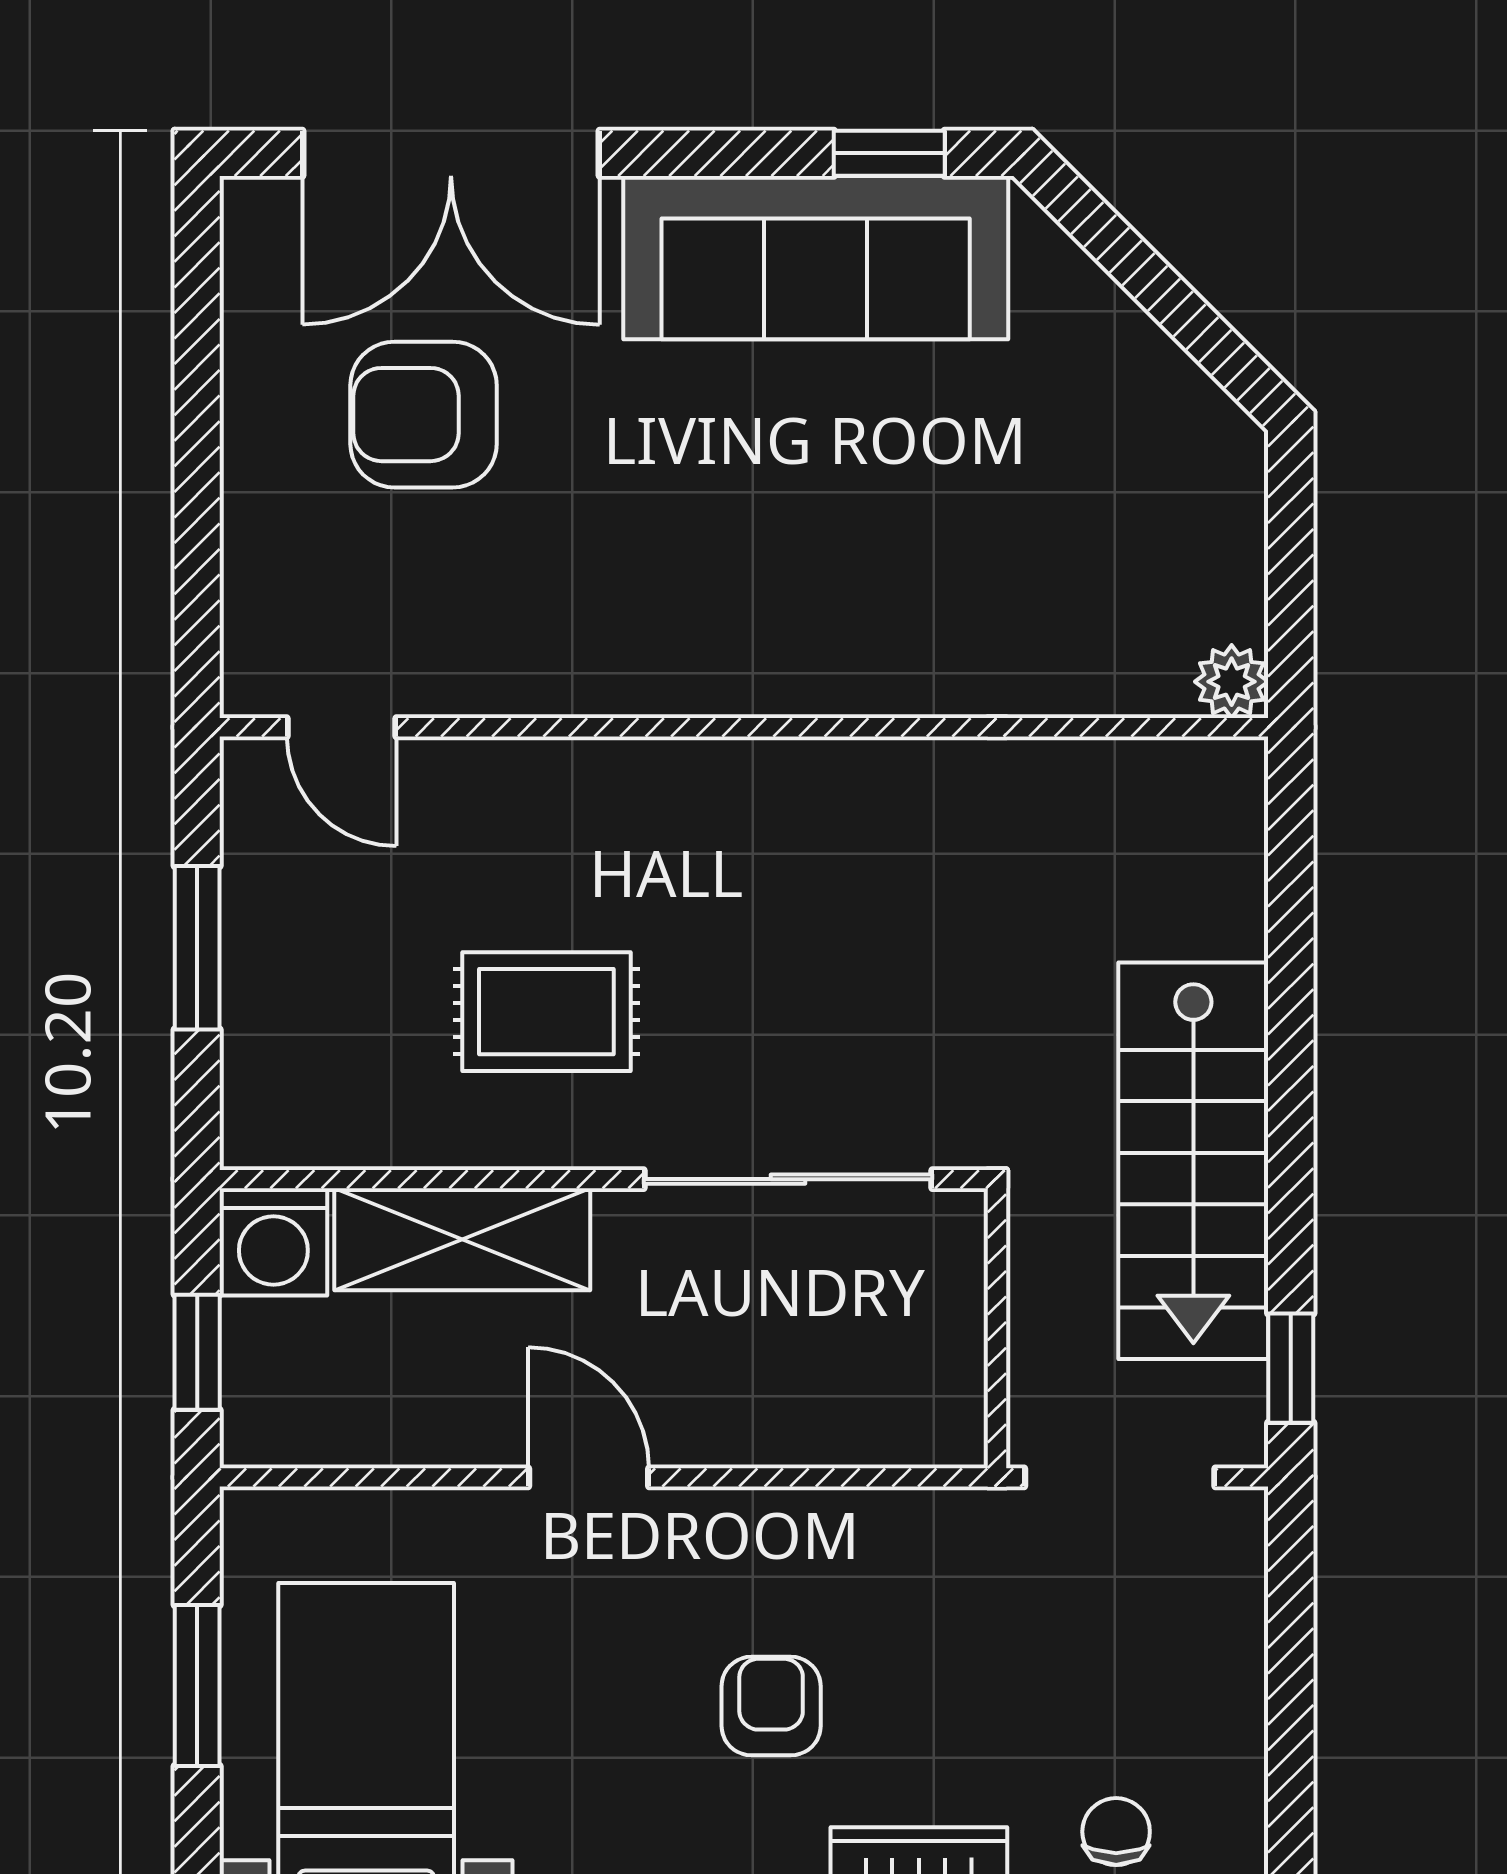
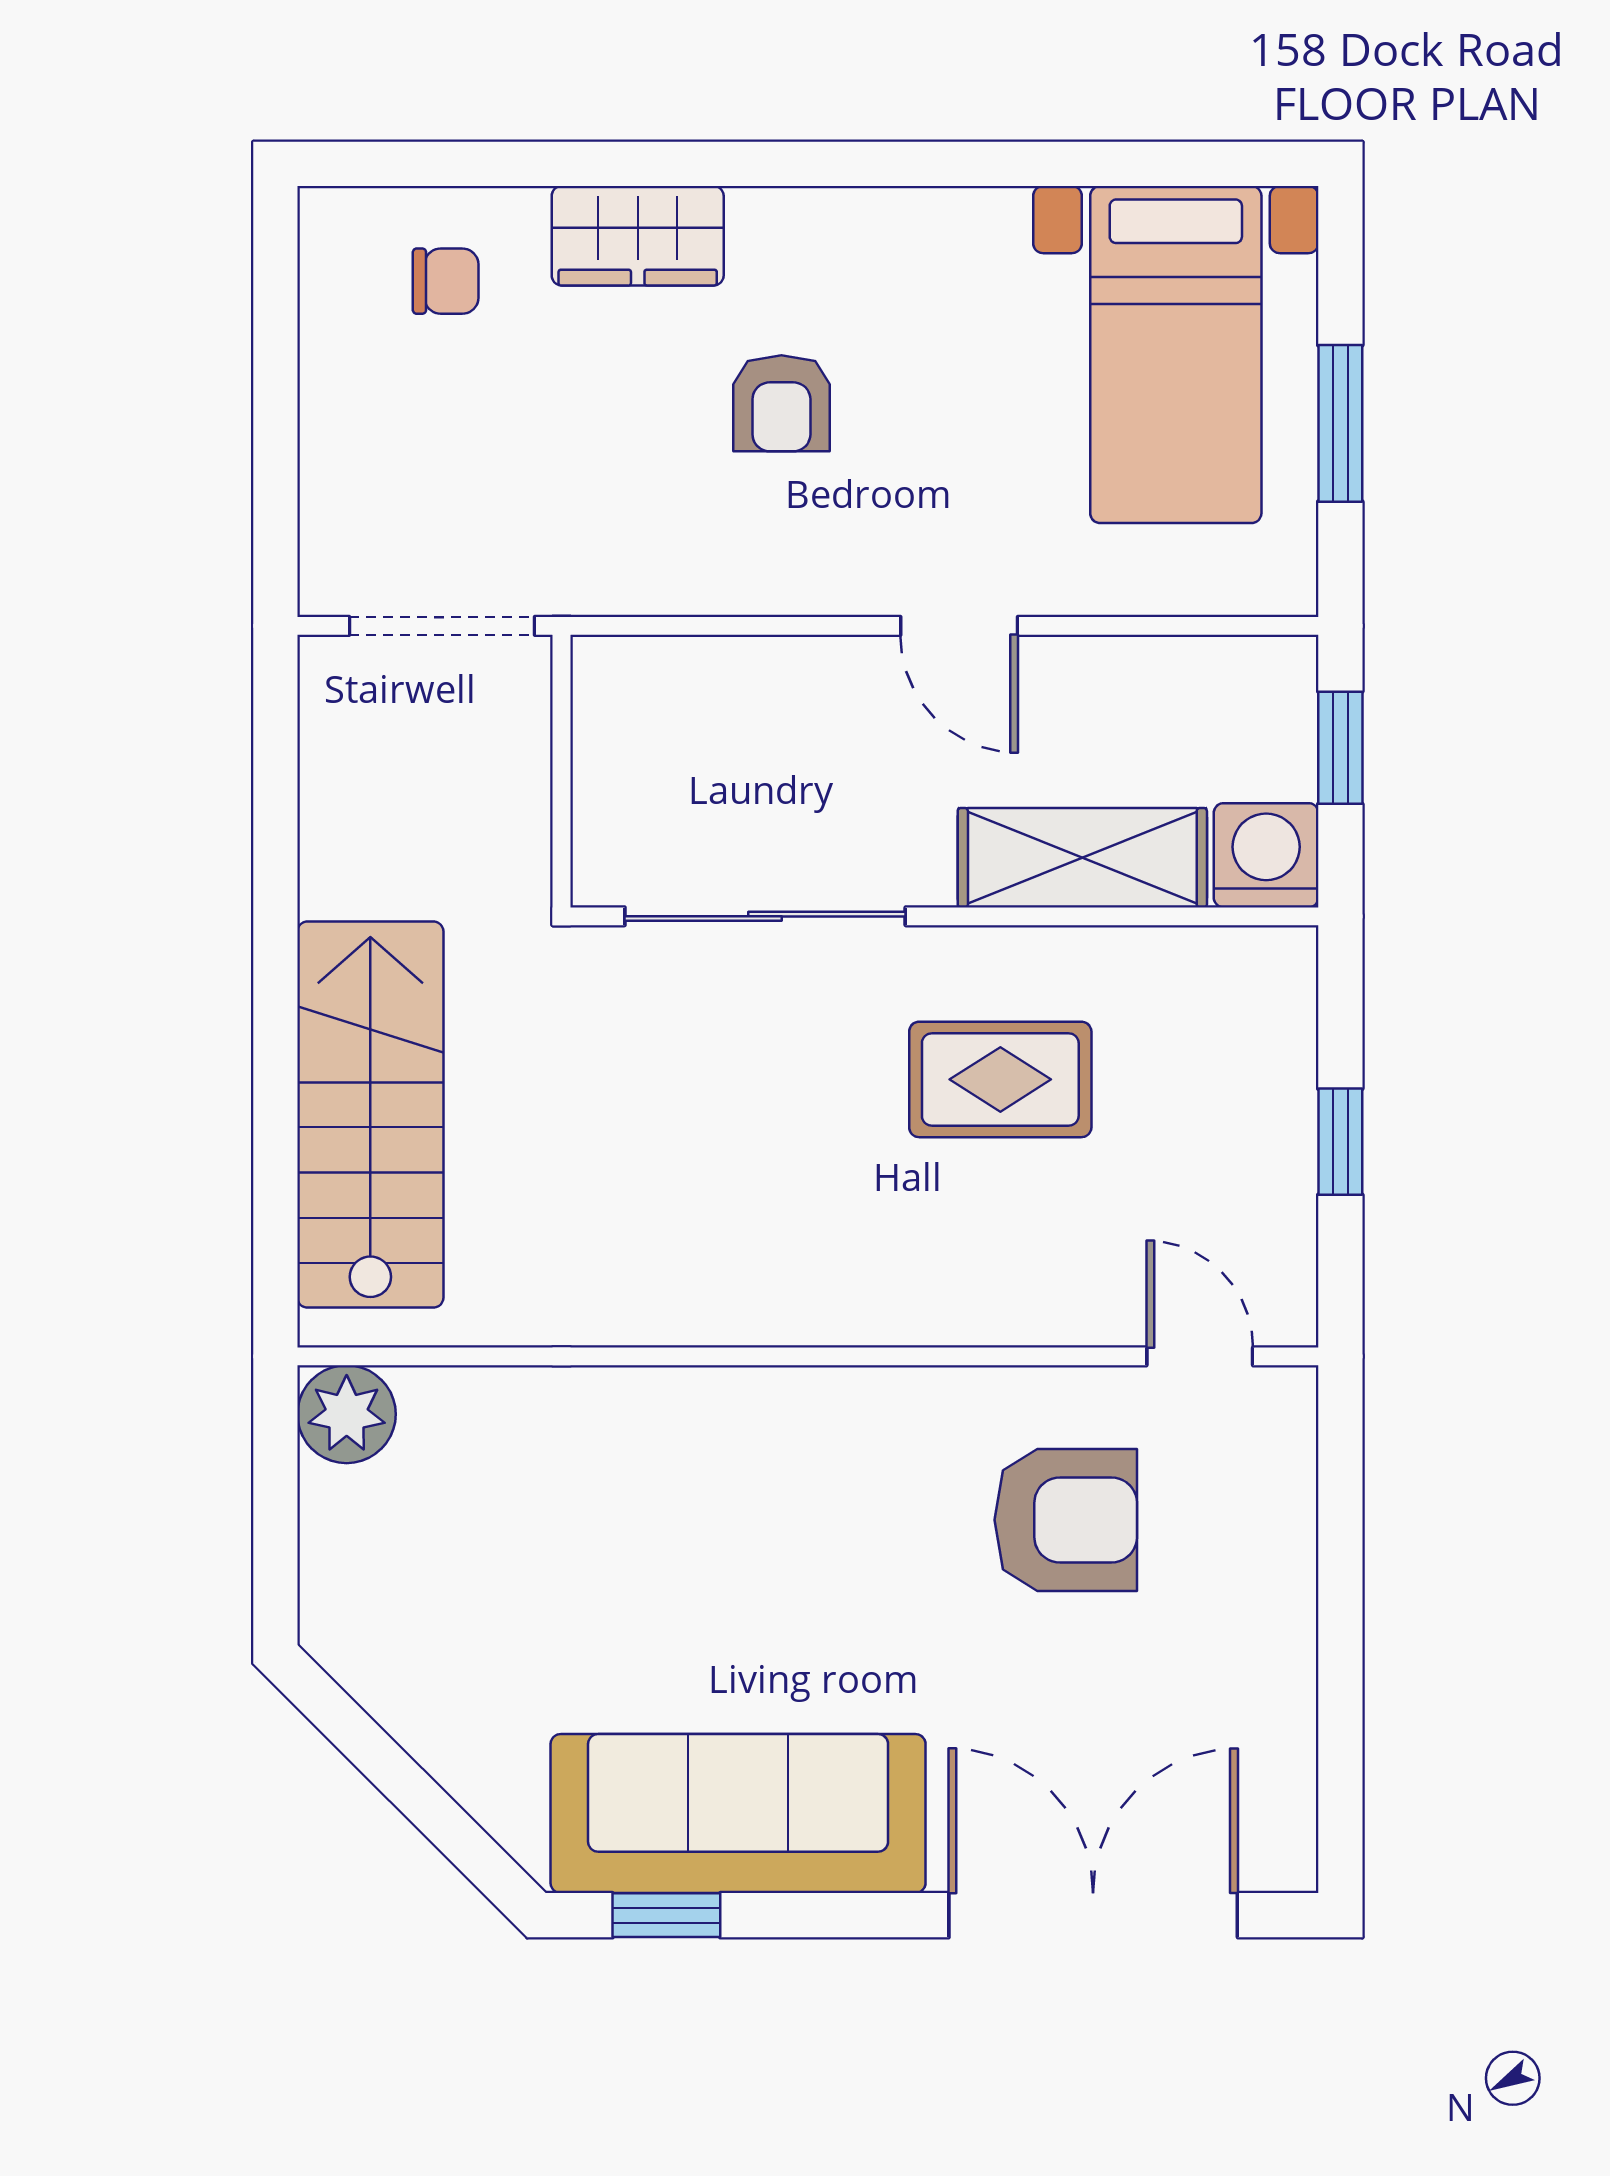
armchair: (424, 415) -> (1066, 1520), moved
plant: (1232, 682) -> (347, 1414), width x1.38, depth x1.38
window: (197, 948) -> (1340, 1142), width x0.67
stairs: (1193, 1161) -> (370, 1115), moved
window: (1291, 1368) -> (275, 732), removed
chair: (1116, 1832) -> (446, 281), turned -90

